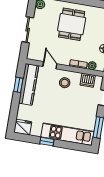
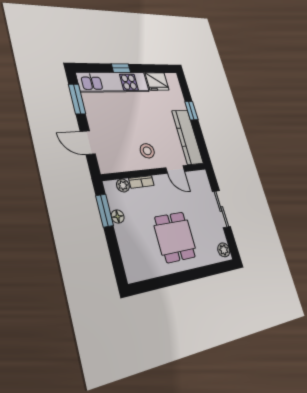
dishwasher: (88, 80) -> (120, 163), removed
window: (18, 85) -> (191, 111), moved
fridge: (23, 127) -> (157, 82), moved
window: (47, 142) -> (121, 68), moved

